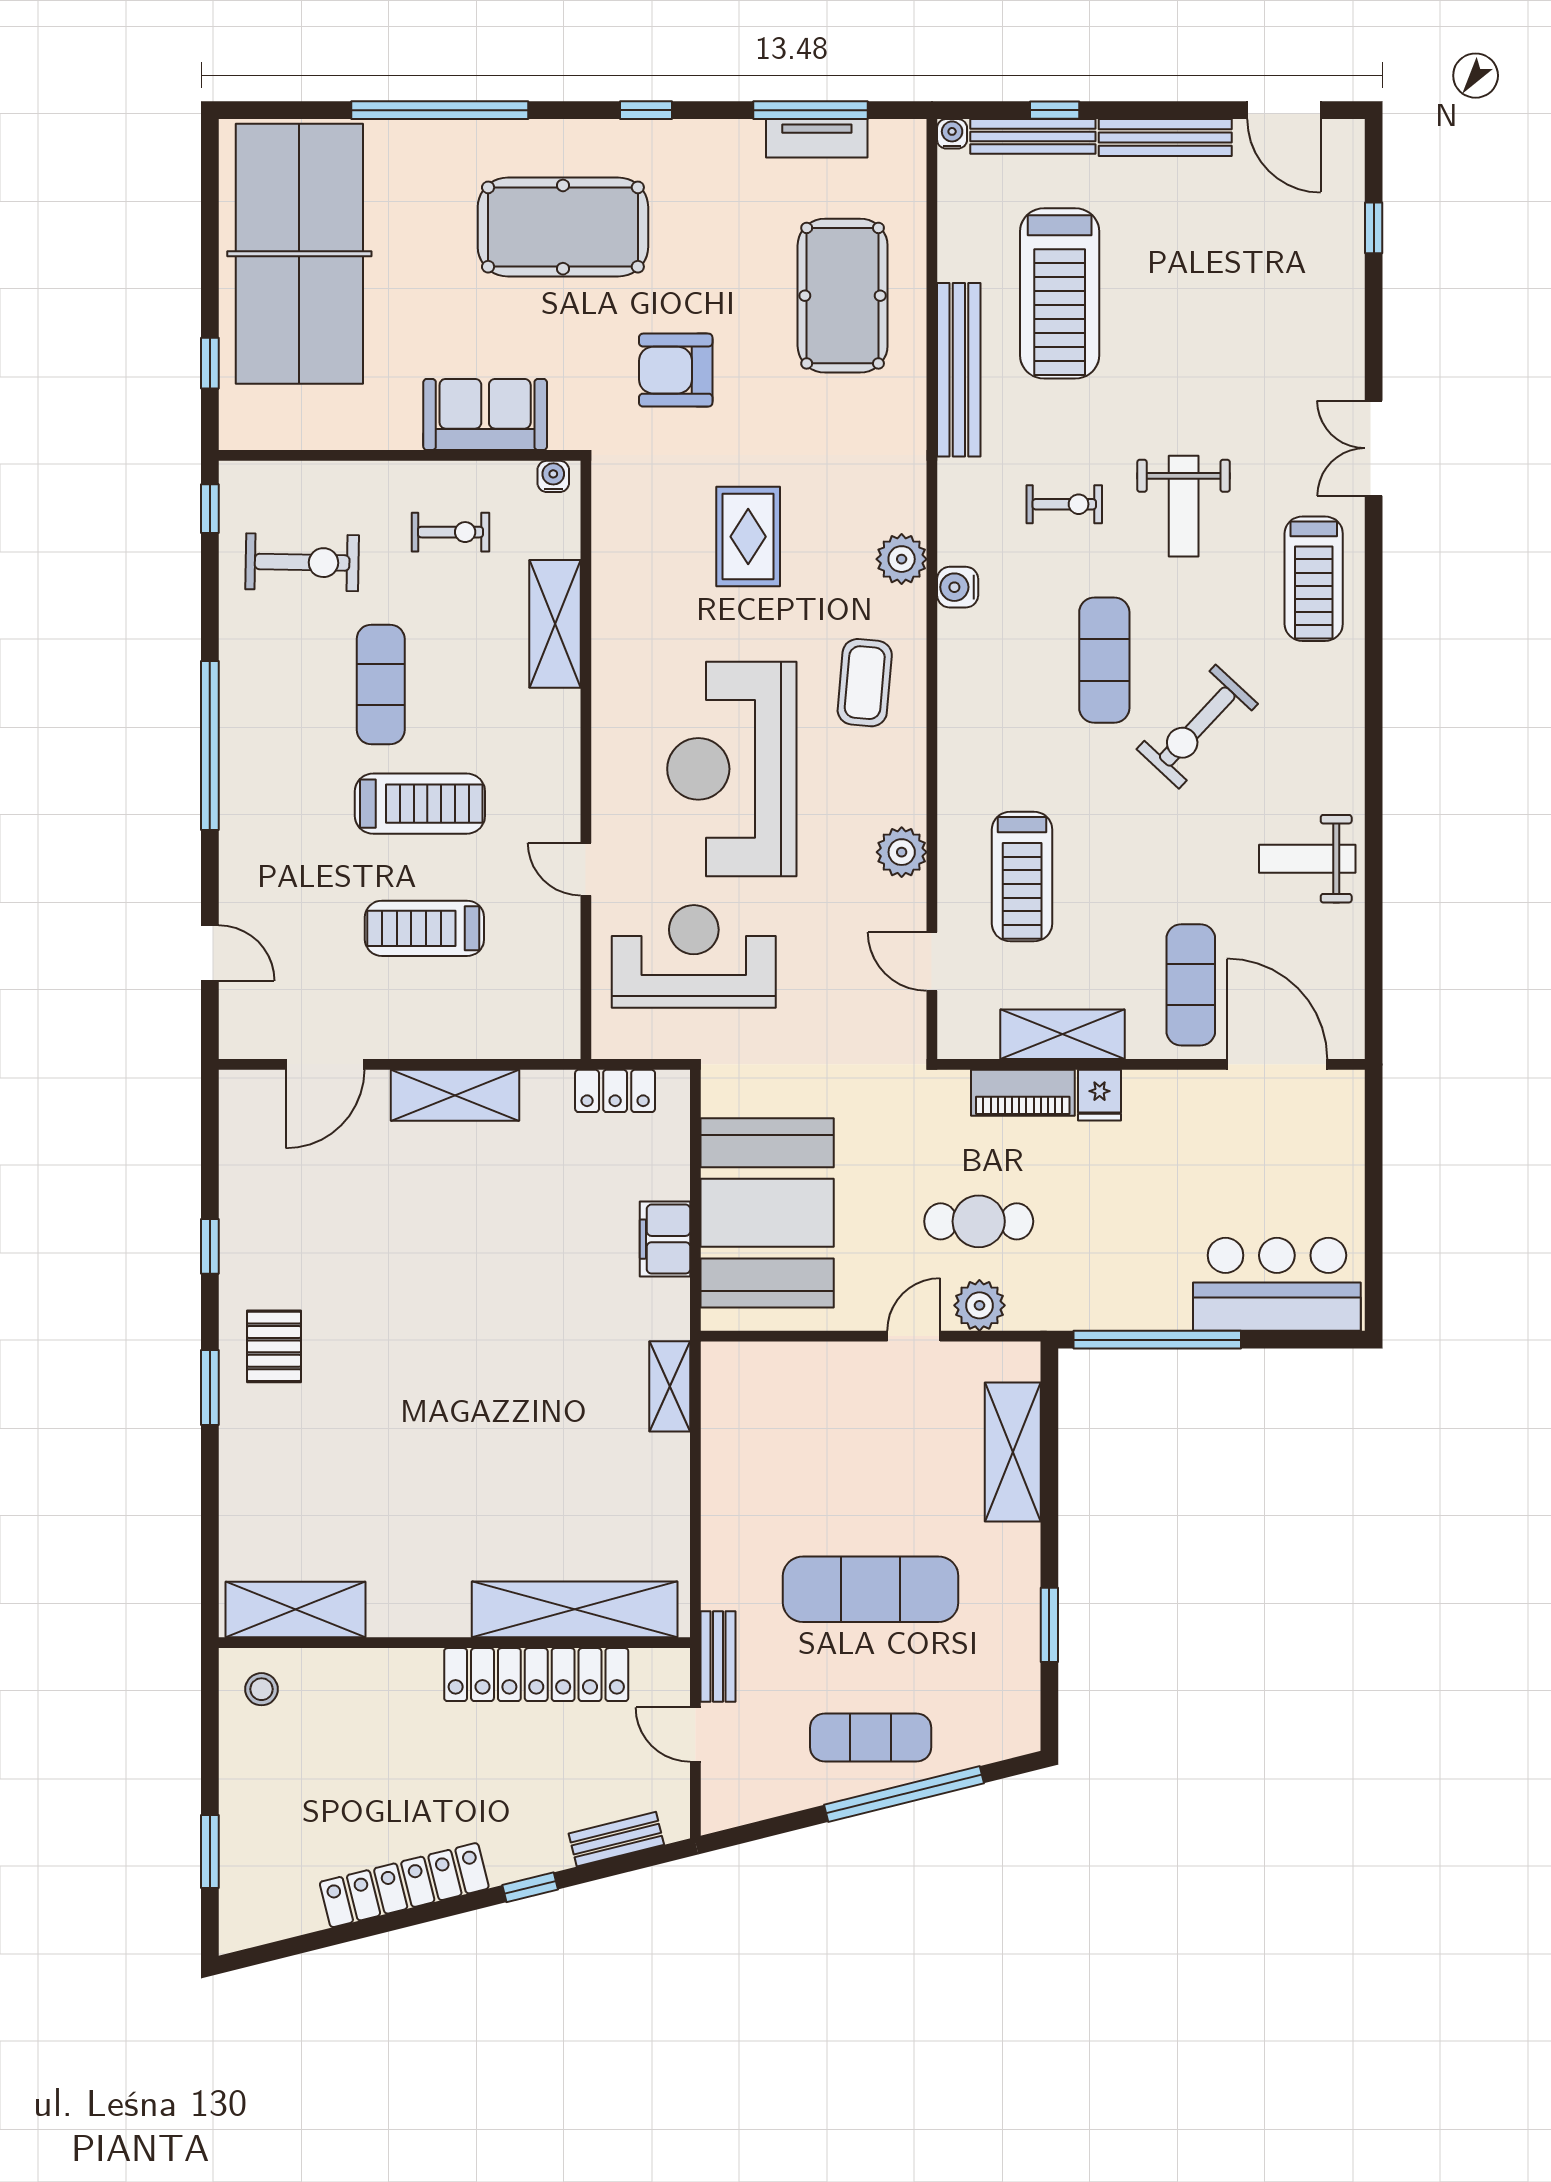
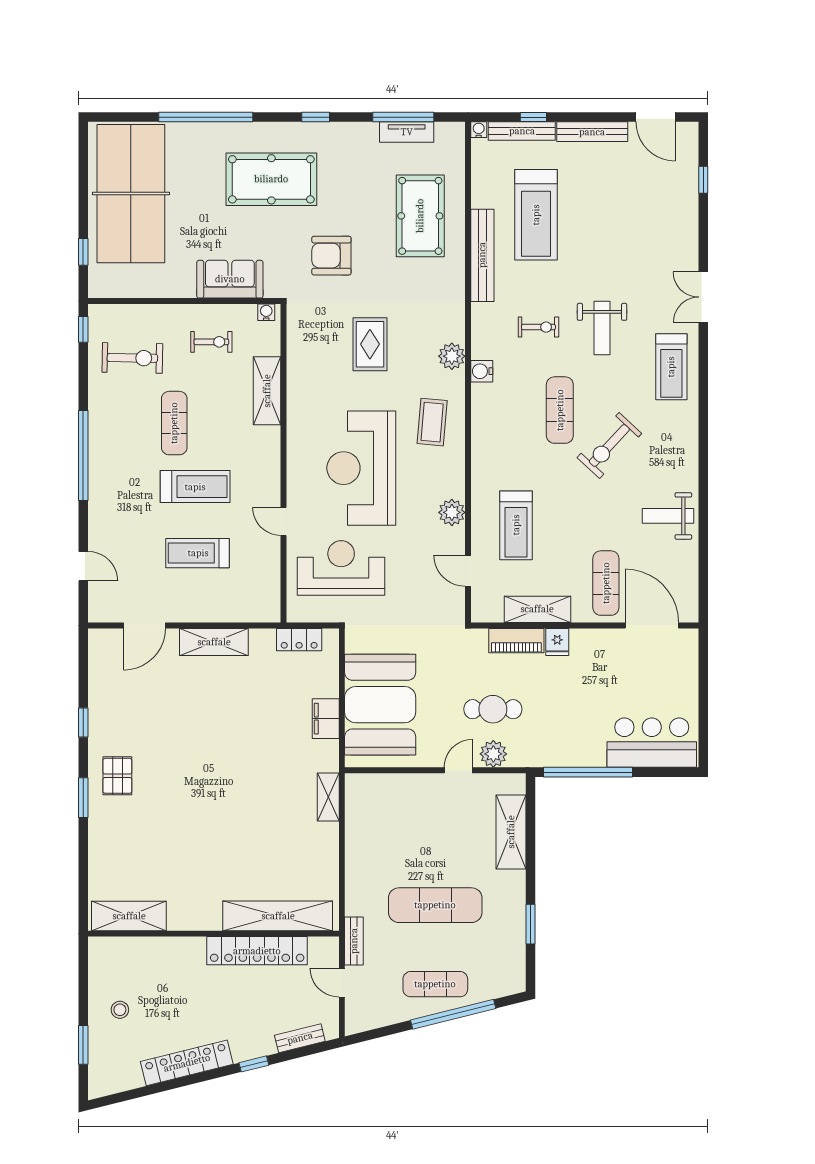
stool: (261, 1689) -> (120, 1010), moved

